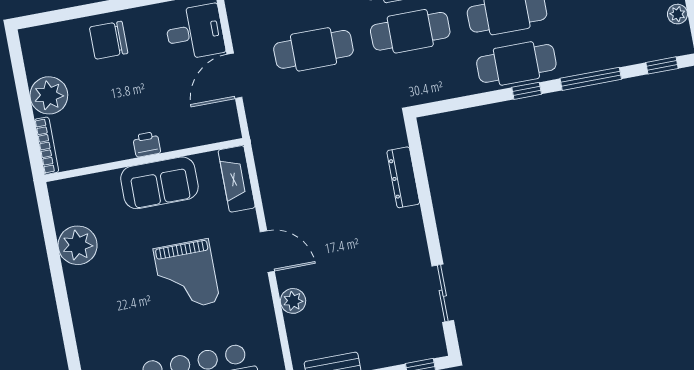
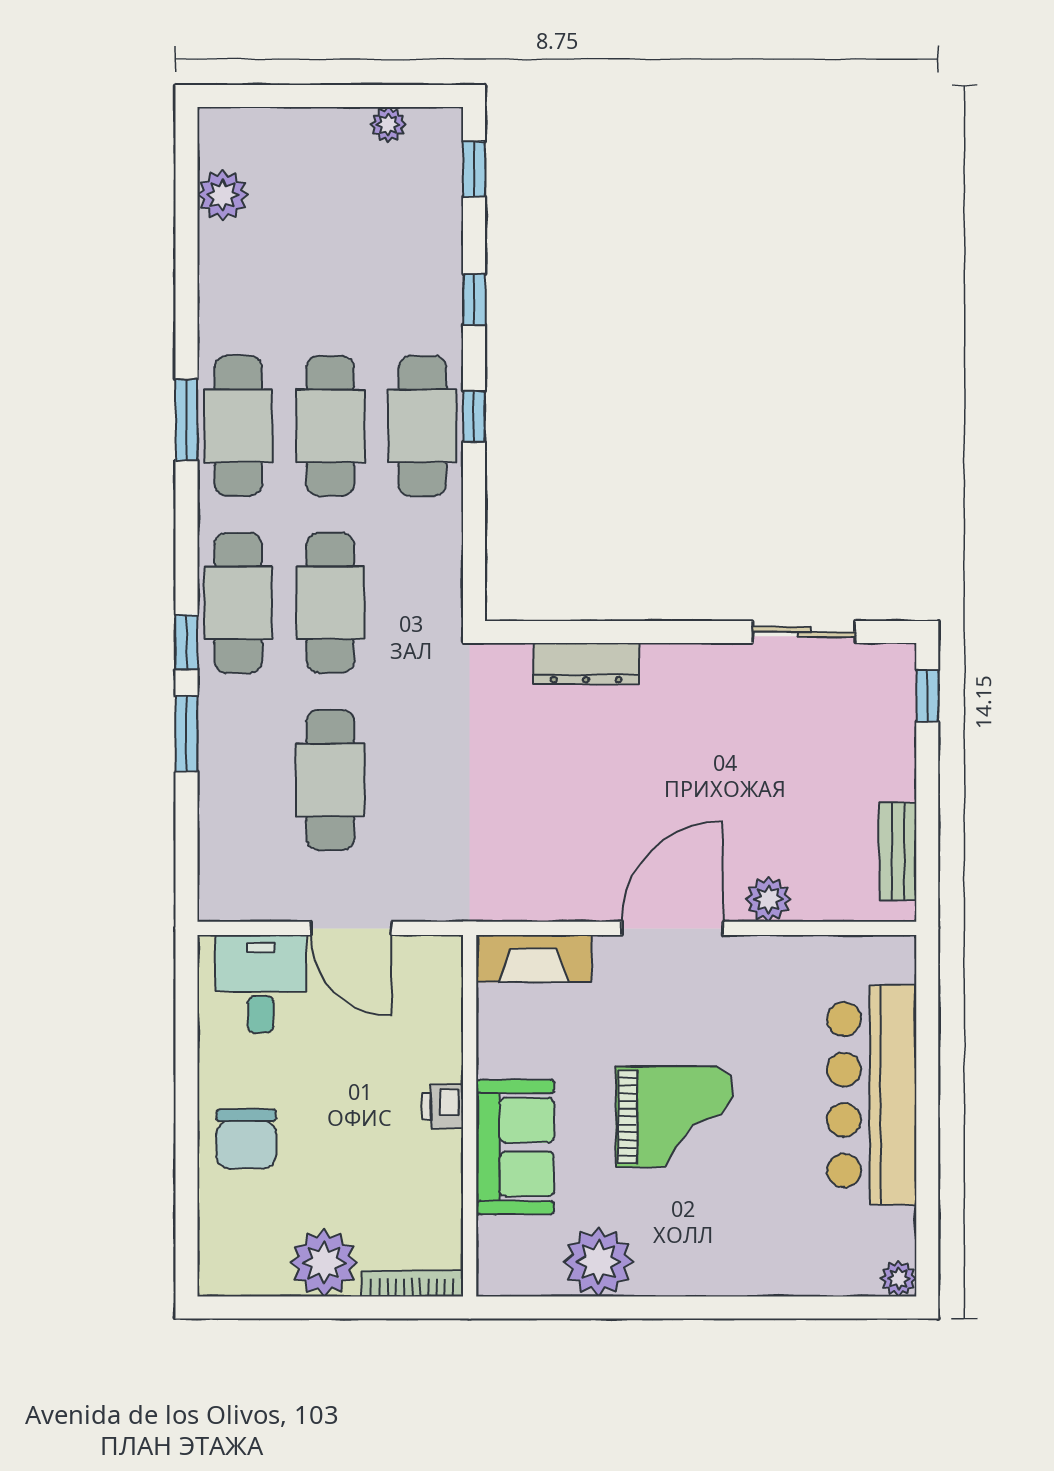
window: (591, 79) -> (474, 299), width x0.46
sofa: (159, 183) -> (515, 1147), moved
door: (267, 251) -> (672, 928), width x1.36
grand piano: (186, 275) -> (674, 1117), moved

